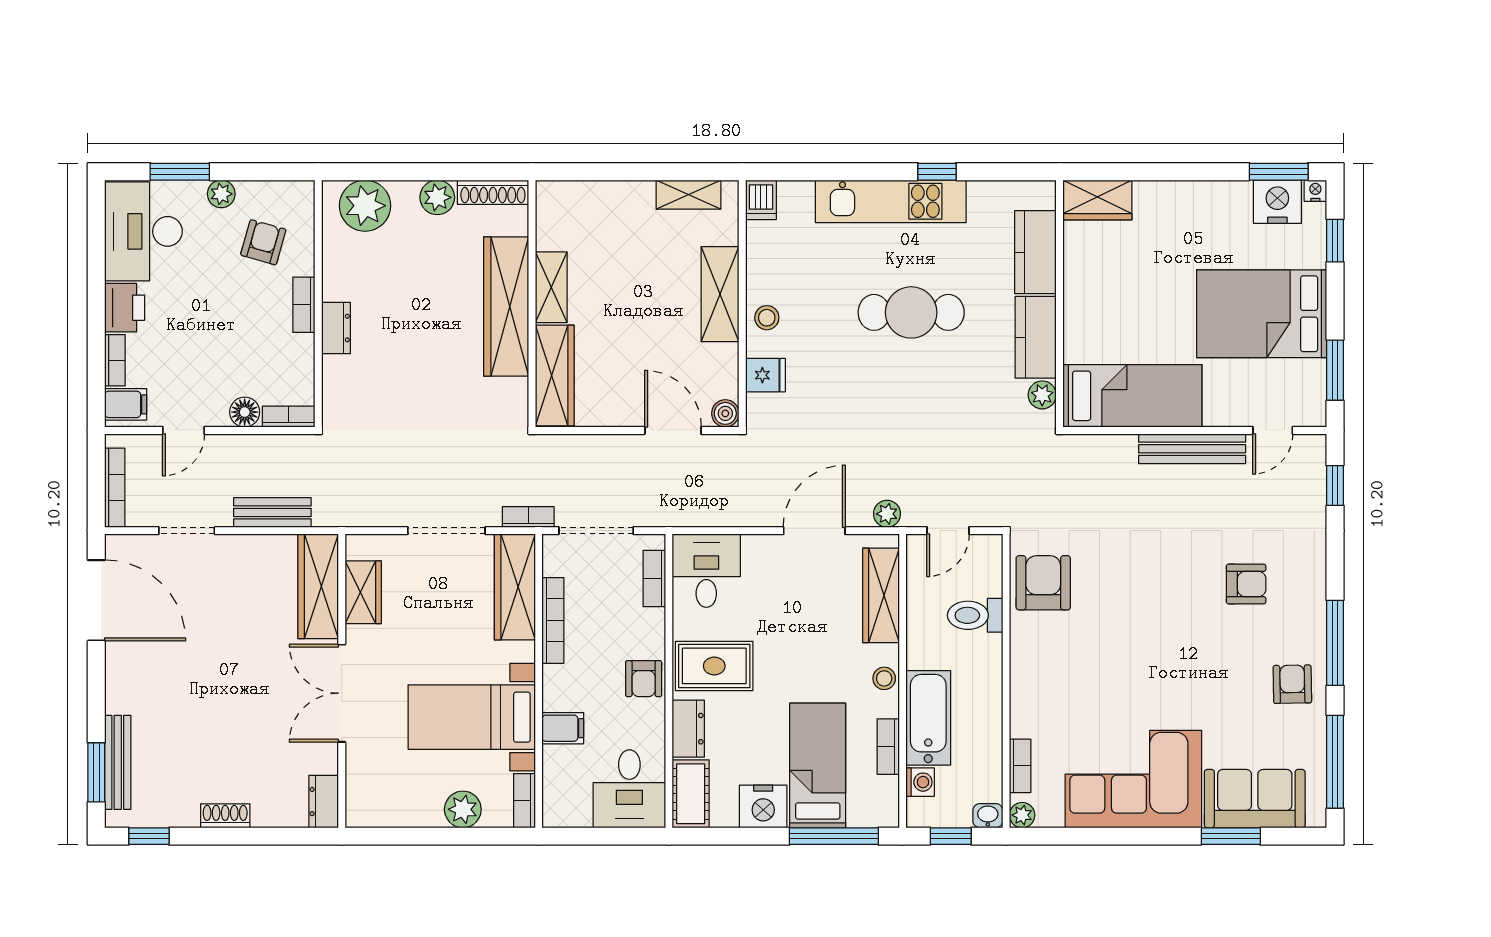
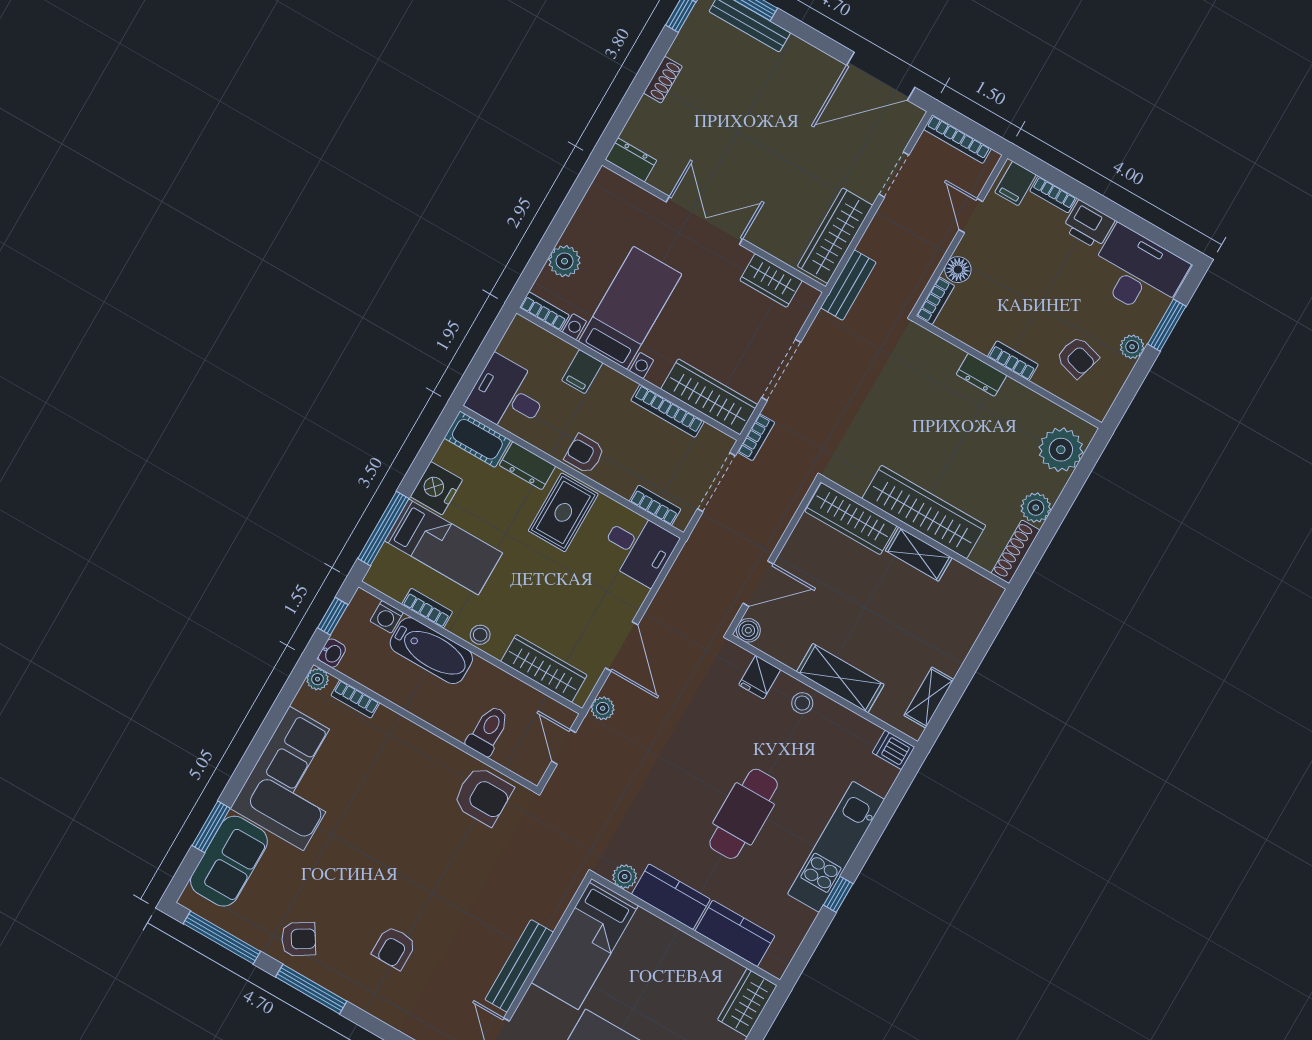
bench: (272, 512) -> (848, 285), moved
wardrobe: (318, 586) -> (835, 236), moved, turned -90
armchair: (1292, 684) -> (299, 939), turned -31

